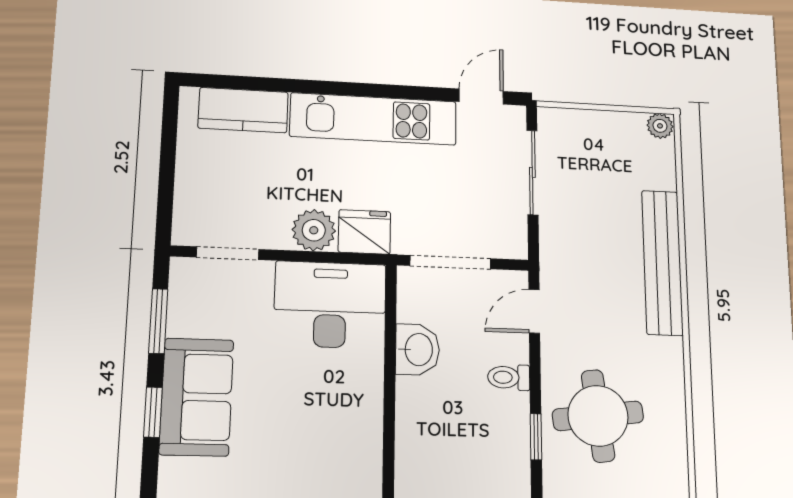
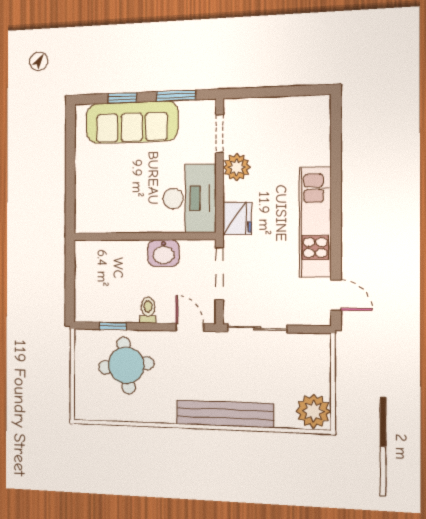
kitchen counter: (243, 110) -> (316, 137), removed
plant: (660, 126) -> (313, 411), width x1.88, depth x1.88
sliding door: (532, 172) -> (257, 328), moved
plant: (314, 230) -> (237, 167), moved
sofa: (197, 397) -> (132, 122), width x1.36

